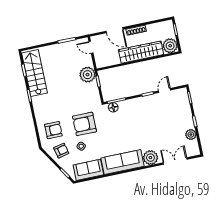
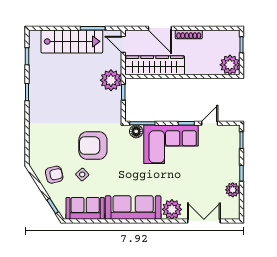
wardrobe: (141, 52) -> (155, 65), moved
stairs: (34, 73) -> (72, 41), moved, turned 90
corner sofa: (140, 111) -> (171, 144), added
armchair: (53, 130) -> (49, 145), removed

